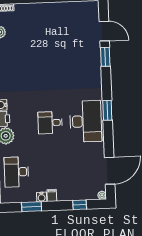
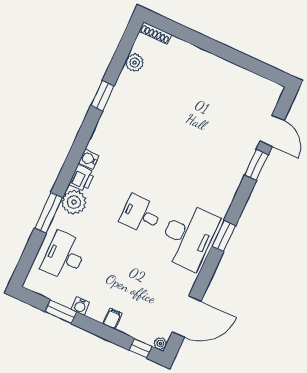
filing cabinet: (52, 195) -> (112, 319), moved
window: (80, 205) -> (141, 348), moved

